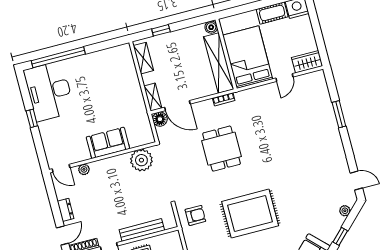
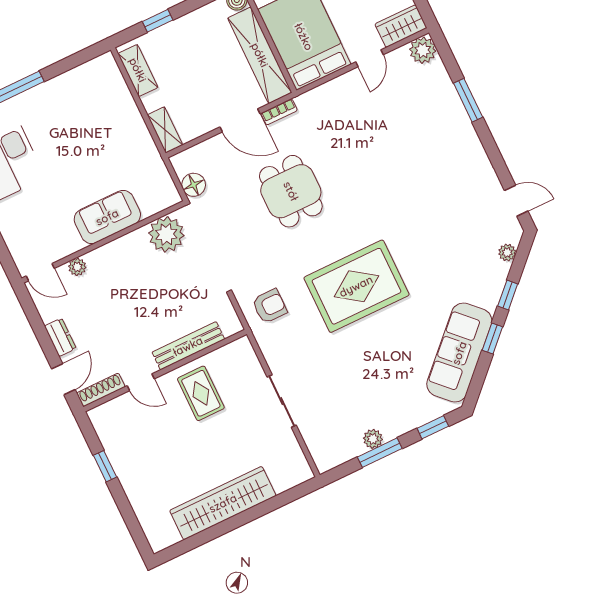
plant: (317, 79) -> (423, 50), added
door: (177, 106) -> (240, 120), moved
floor lamp: (160, 119) -> (194, 185), moved

